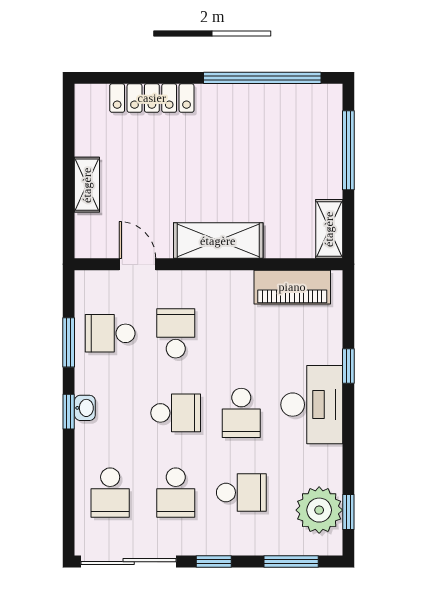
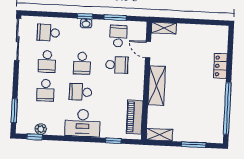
locker: (152, 98) -> (220, 66), width x0.66
window: (348, 150) -> (194, 145), width x0.69
shelving: (87, 185) -> (164, 28), moved
door: (137, 264) -> (148, 50), swing flipped
window: (348, 366) -> (113, 141), moved
school desk: (176, 493) -> (47, 61), turned -90
plant: (319, 510) -> (41, 129), width x0.53, depth x0.53
window: (214, 562) -> (16, 77), removed

